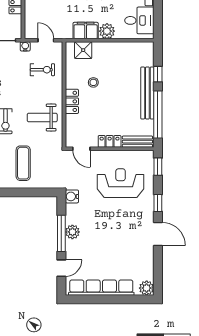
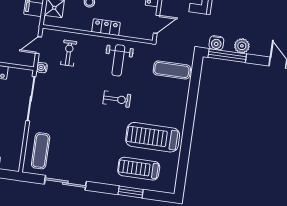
exercise mat: (23, 163) -> (172, 70), moved
water cooler: (72, 196) -> (216, 43), moved
window: (61, 233) -> (227, 56), moved

